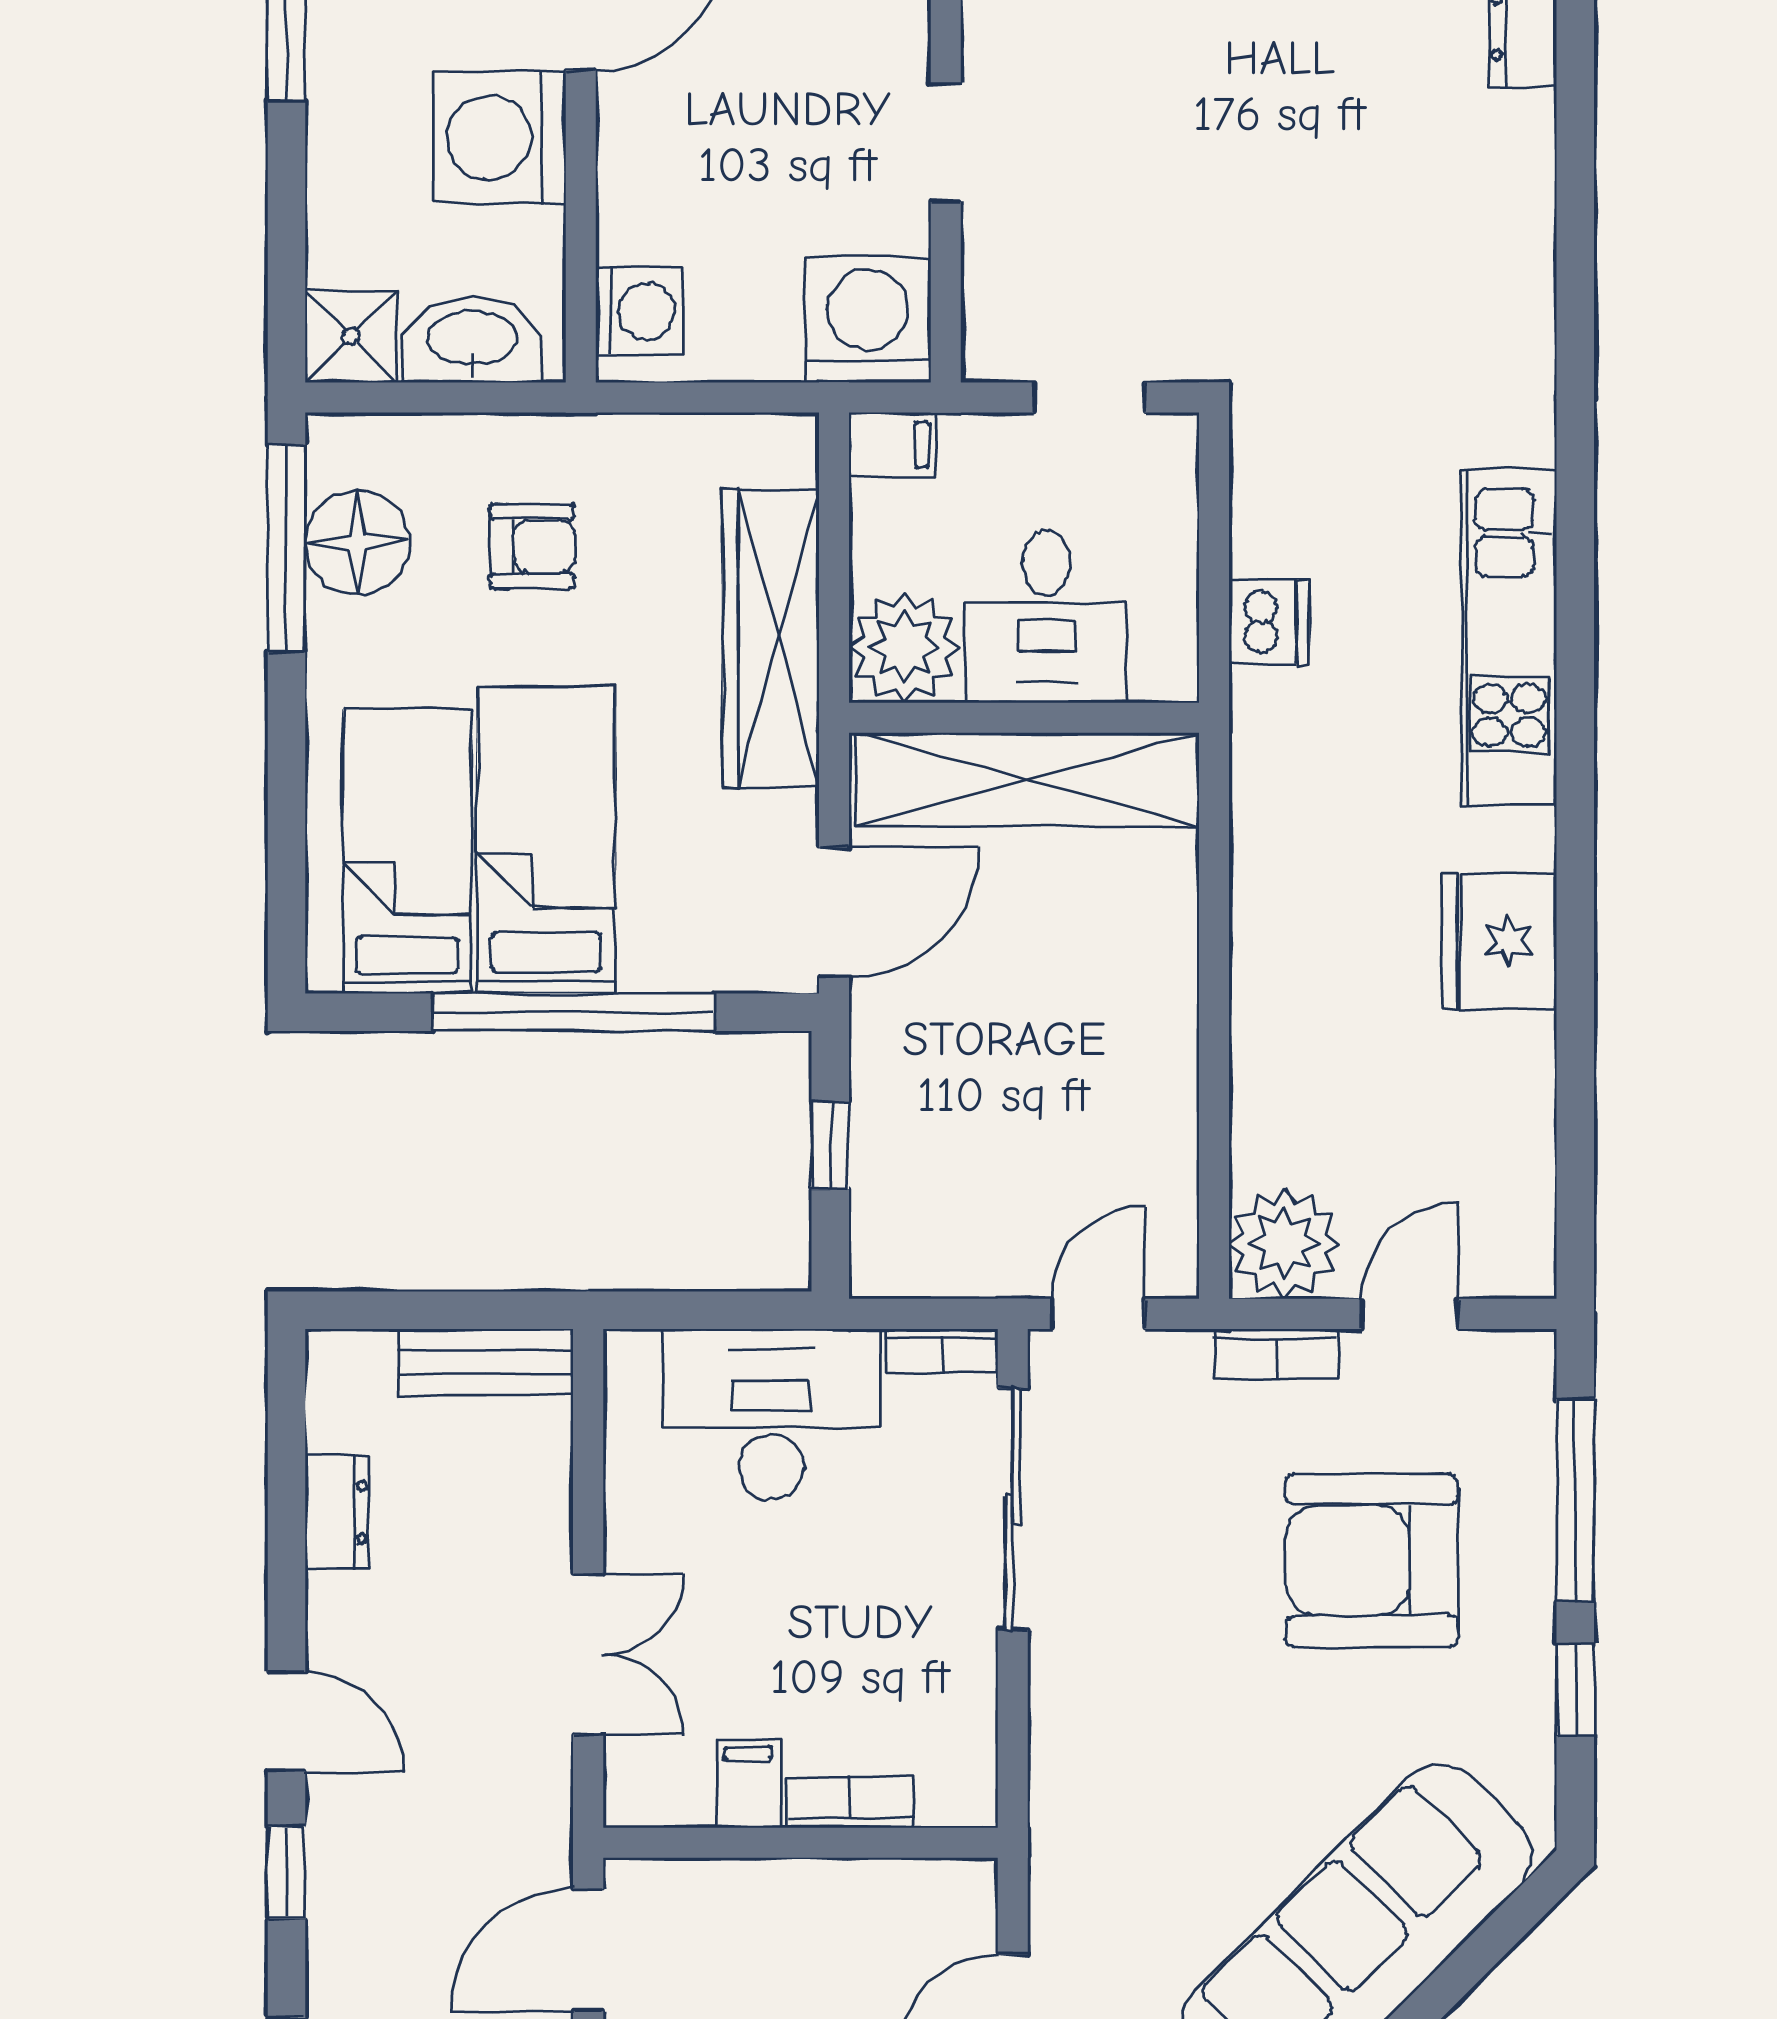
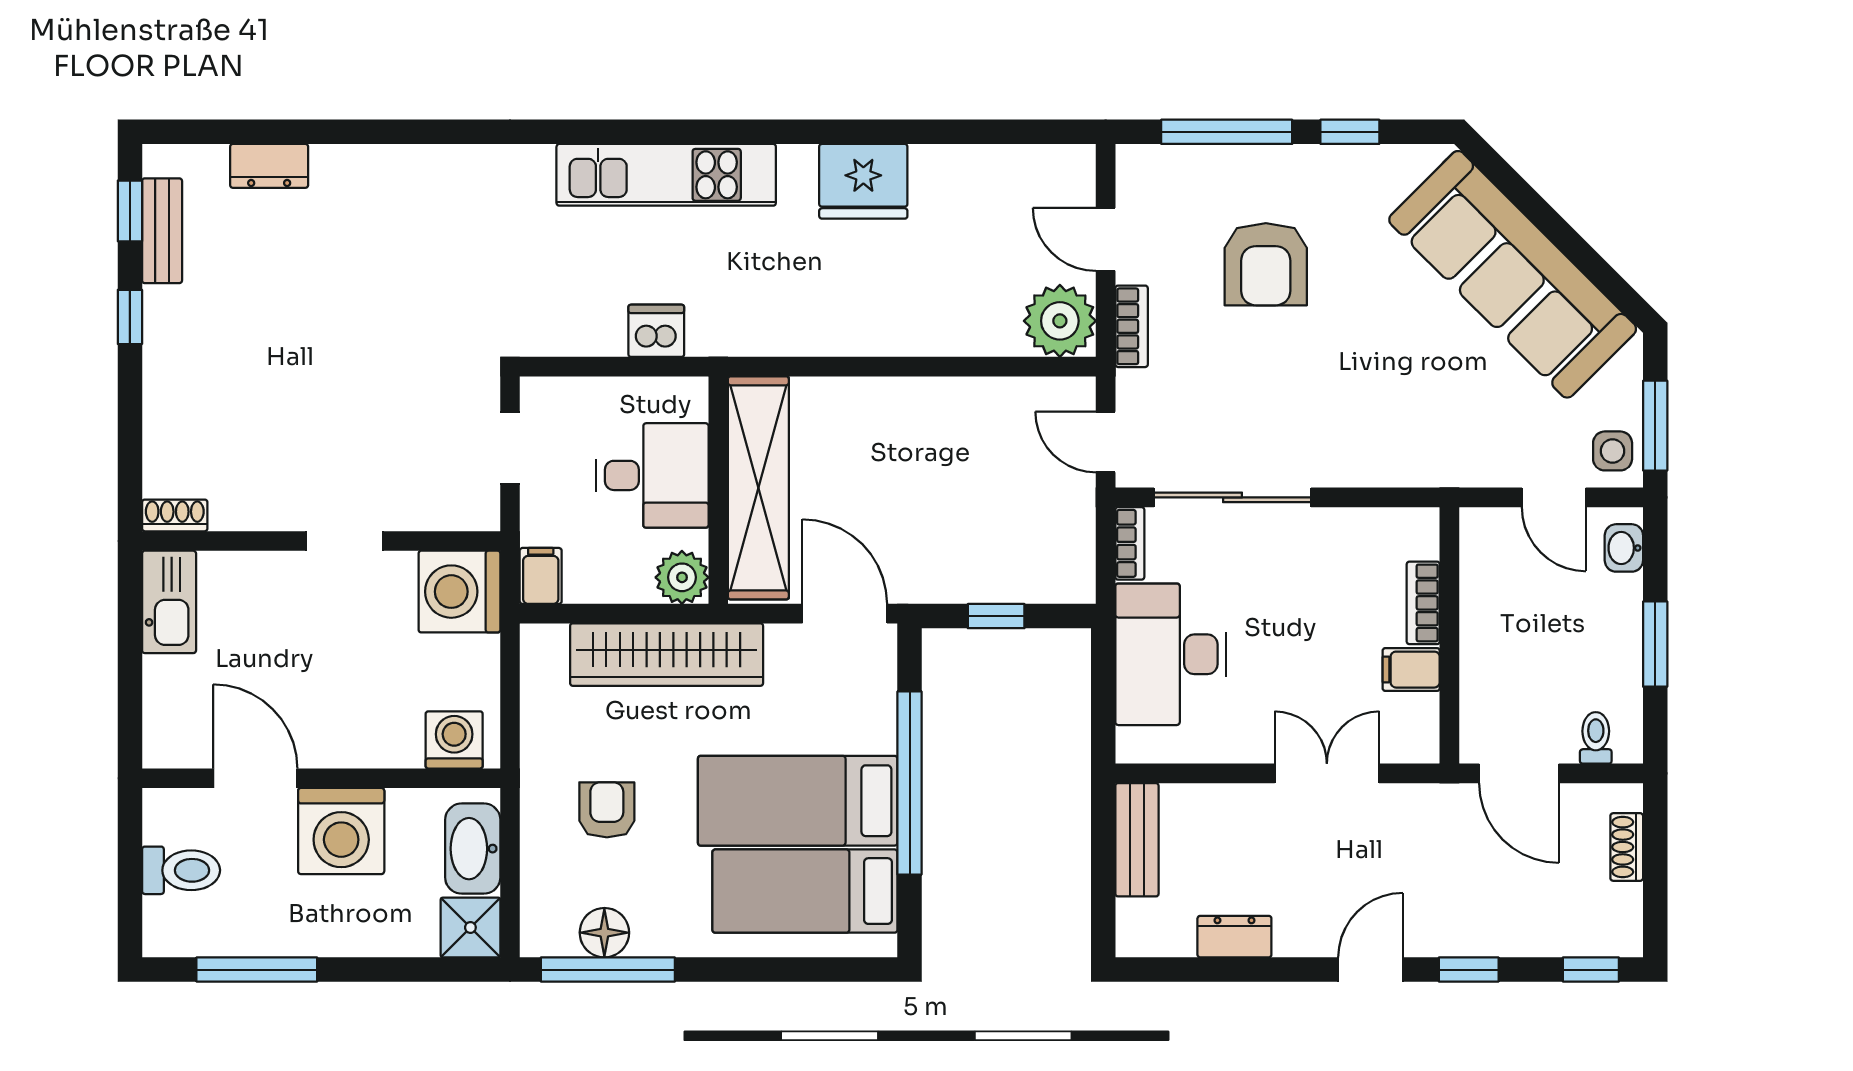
floor lamp: (357, 543) -> (604, 933), width x0.73, depth x0.73
plant: (905, 647) -> (682, 577), width x0.73, depth x0.73
armchair: (1372, 1560) -> (1266, 264), width x0.73, depth x0.73

